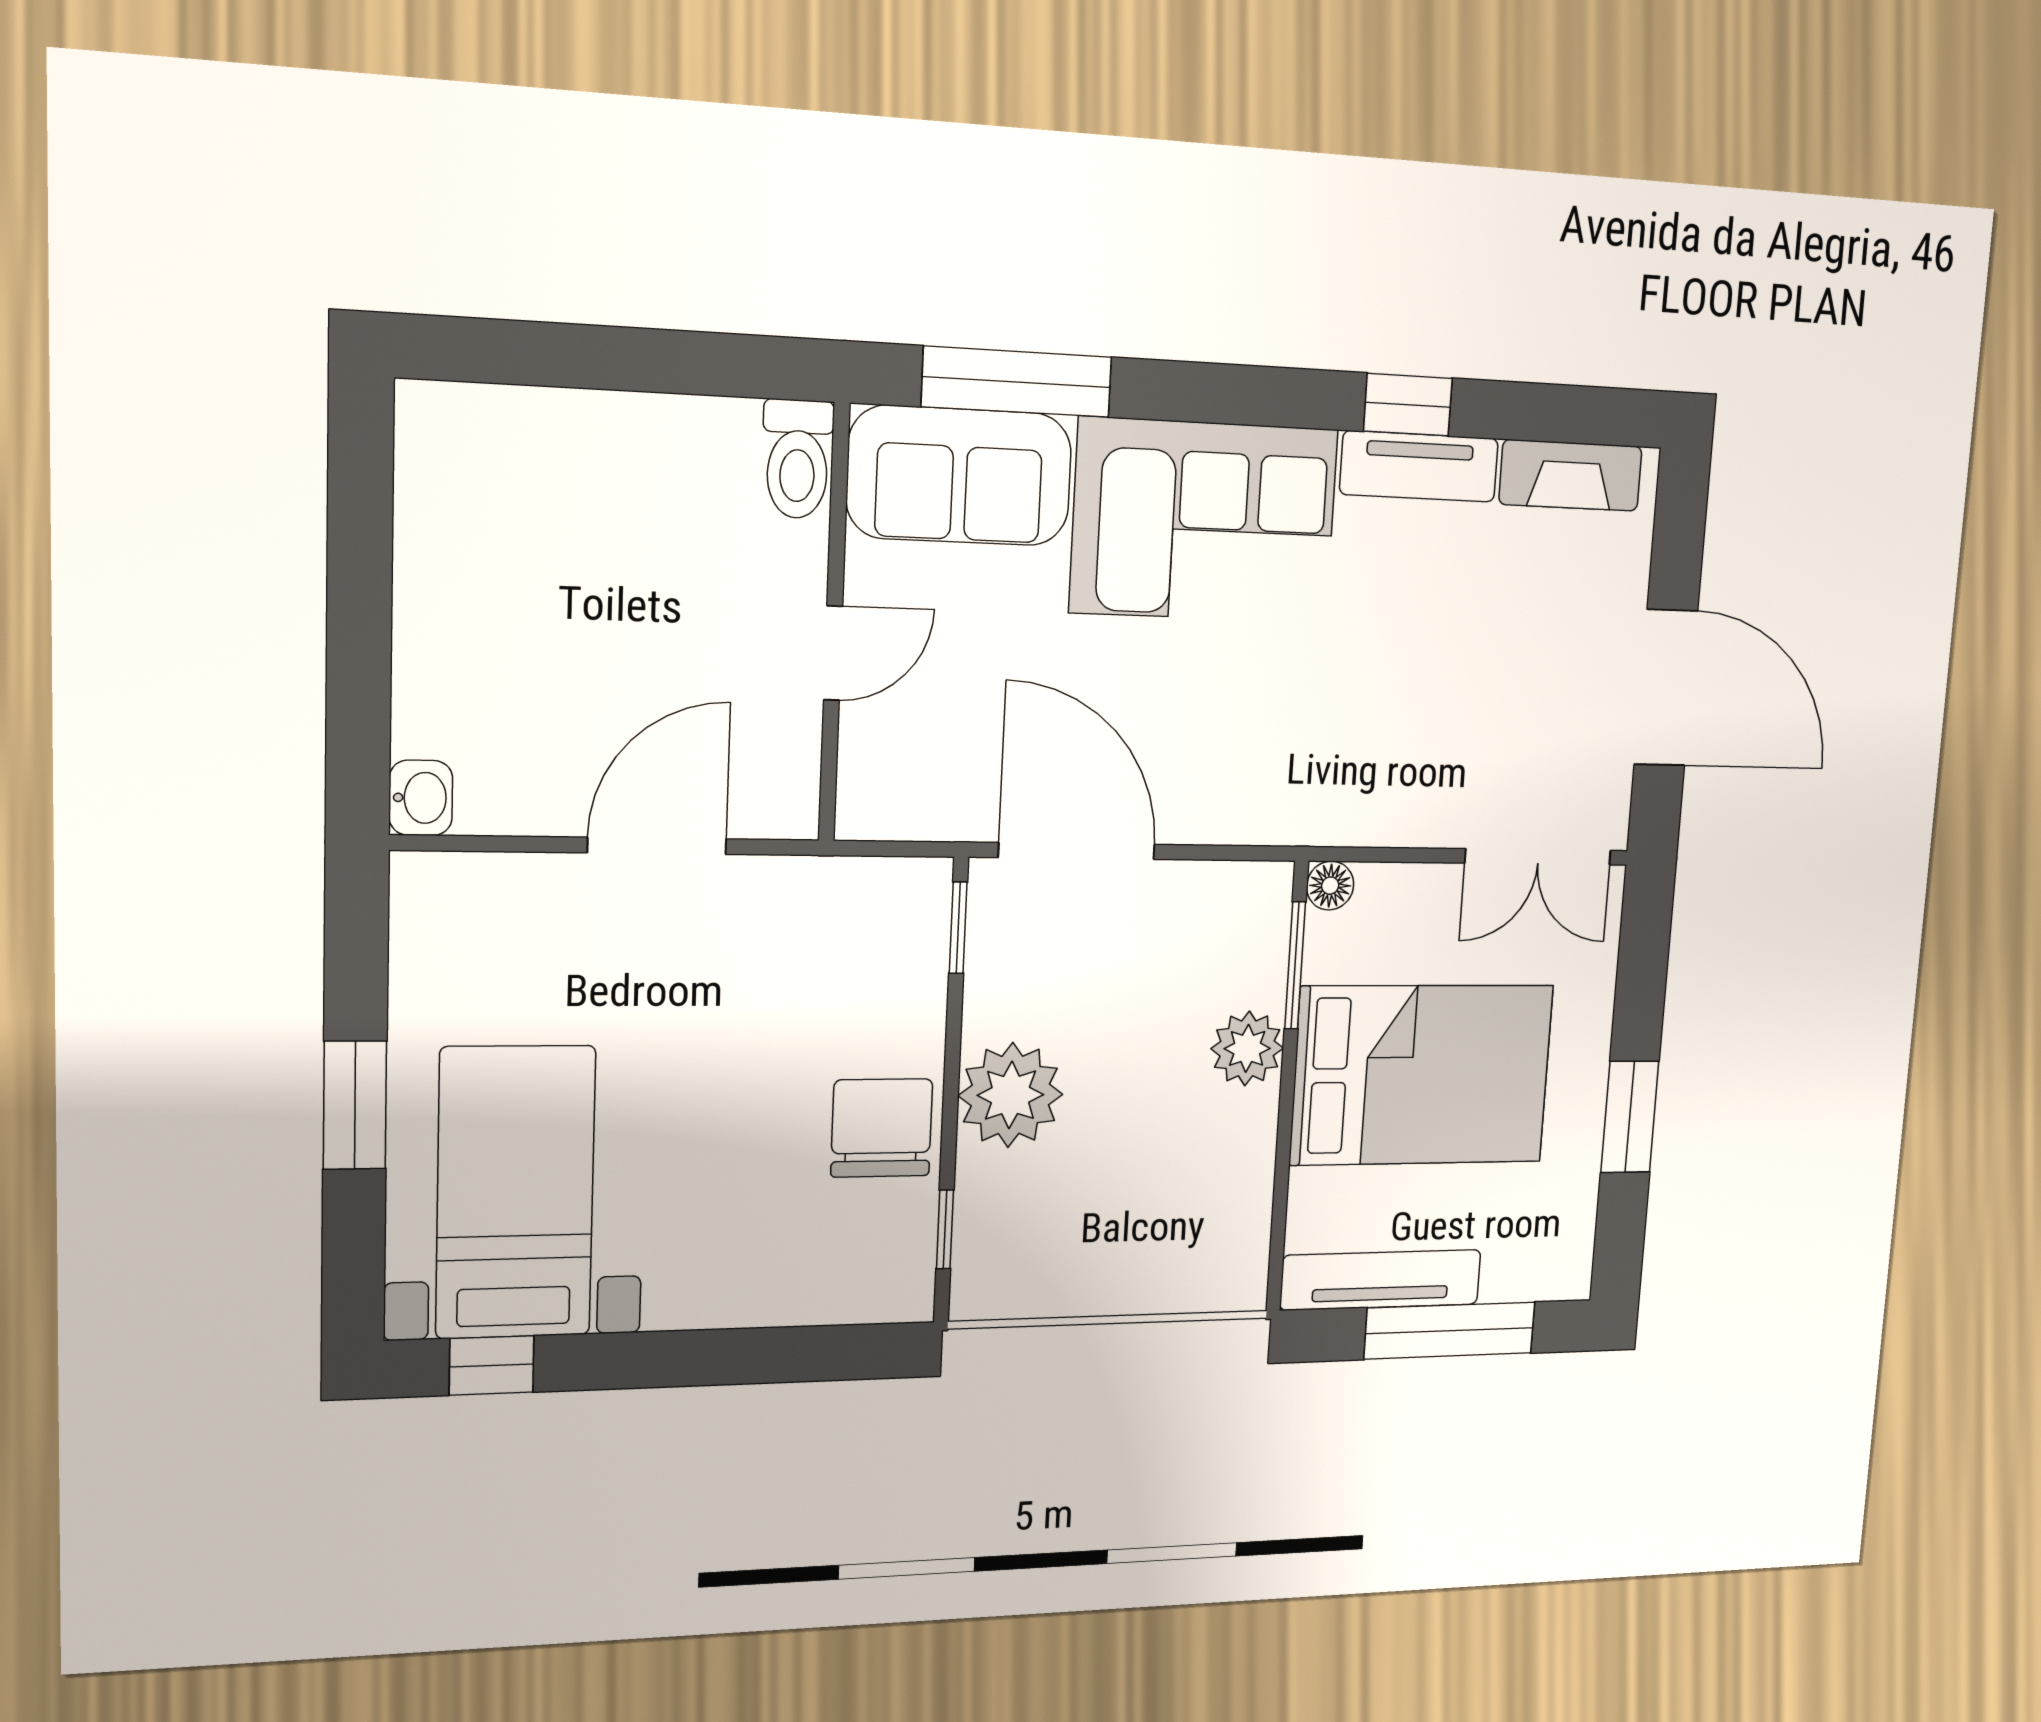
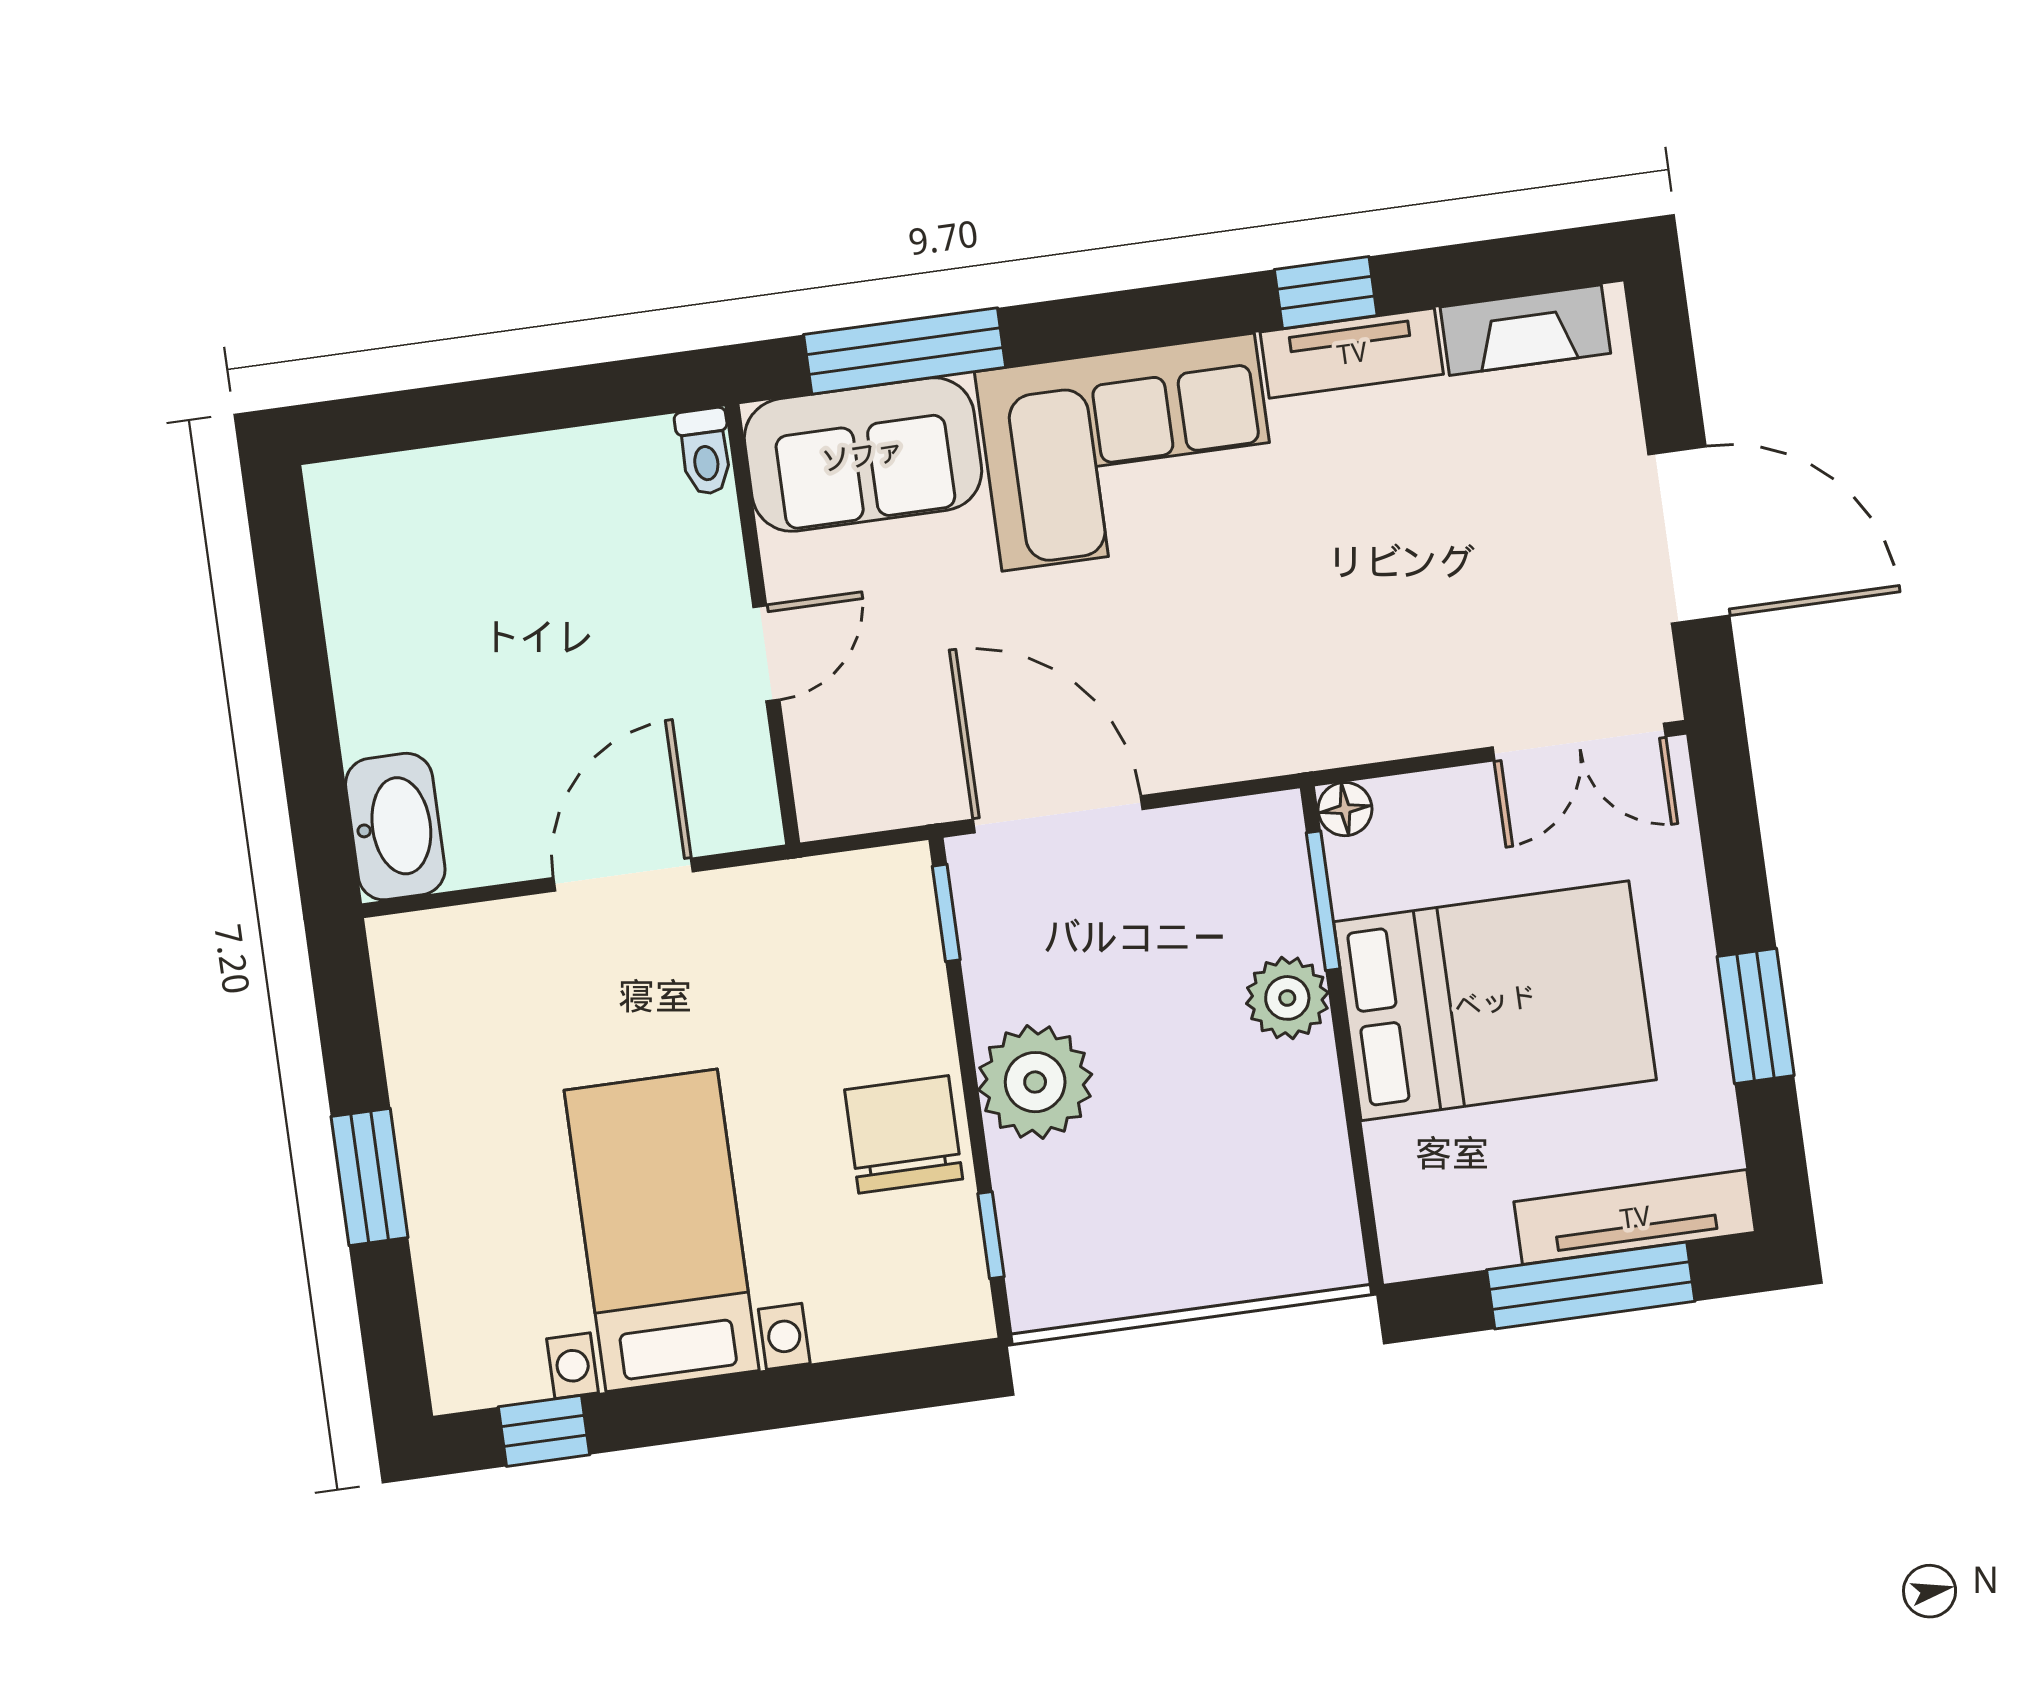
toilet: (798, 459) -> (705, 451), width x0.73, depth x0.72
washbasin: (421, 798) -> (395, 827), width x1.91, depth x1.45
bed with nightstands: (516, 1192) -> (662, 1230), moved
tv unit: (1381, 1280) -> (1635, 1217), moved

